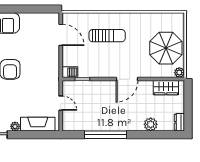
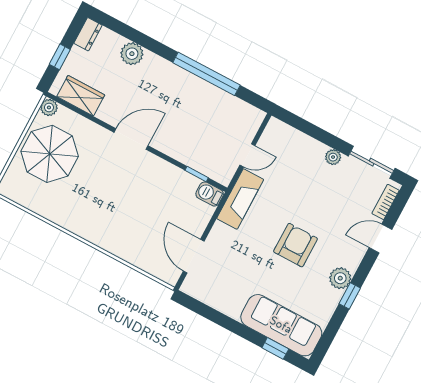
sun lounger: (107, 36) -> (126, 218), removed
window: (188, 102) -> (60, 57), added
door: (61, 103) -> (247, 155), swing flipped
fireplace: (38, 124) -> (240, 199), moved, turned -90

